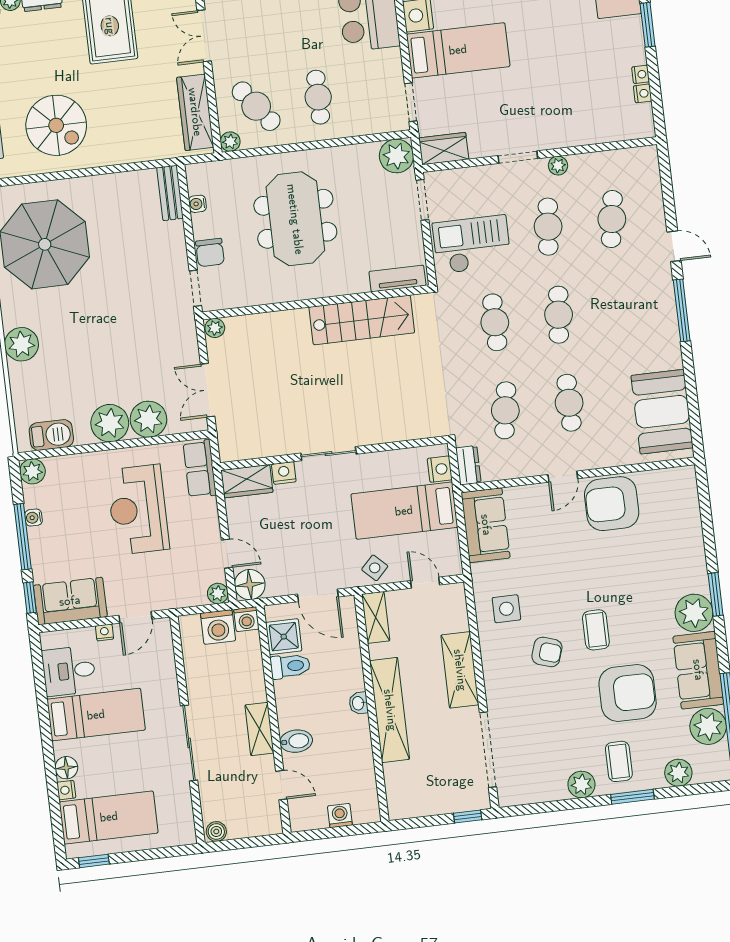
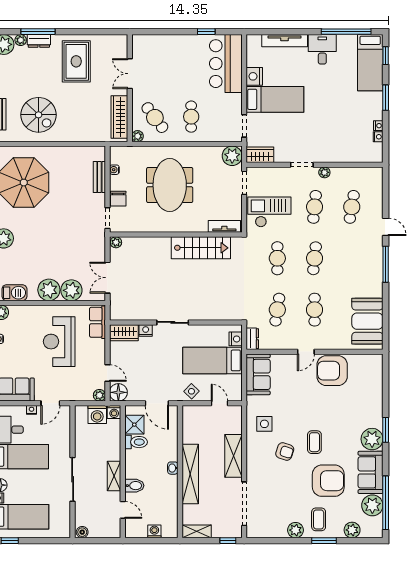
bench: (170, 193) -> (99, 177), moved
shelving: (376, 617) -> (197, 531), moved, turned 90

